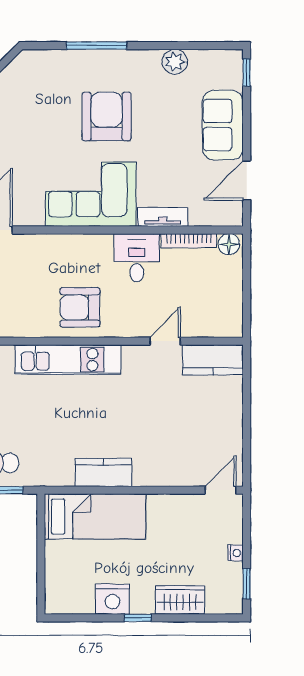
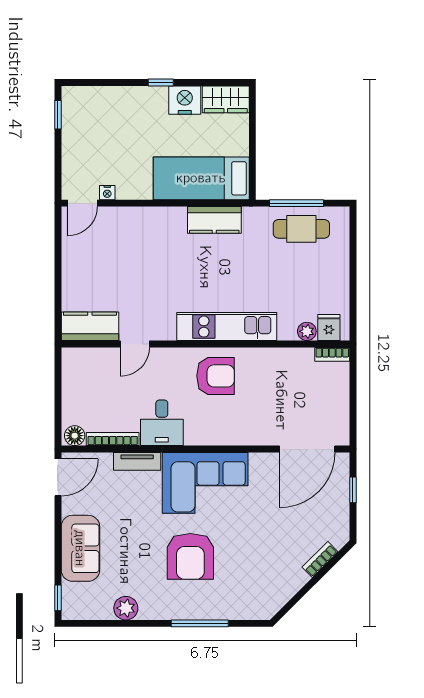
door: (247, 181) -> (58, 477), moved
kitchen counter: (103, 472) -> (214, 220), moved
nightstand: (236, 553) -> (107, 193), moved, turned -90
wardrobe: (180, 600) -> (226, 99), moved

